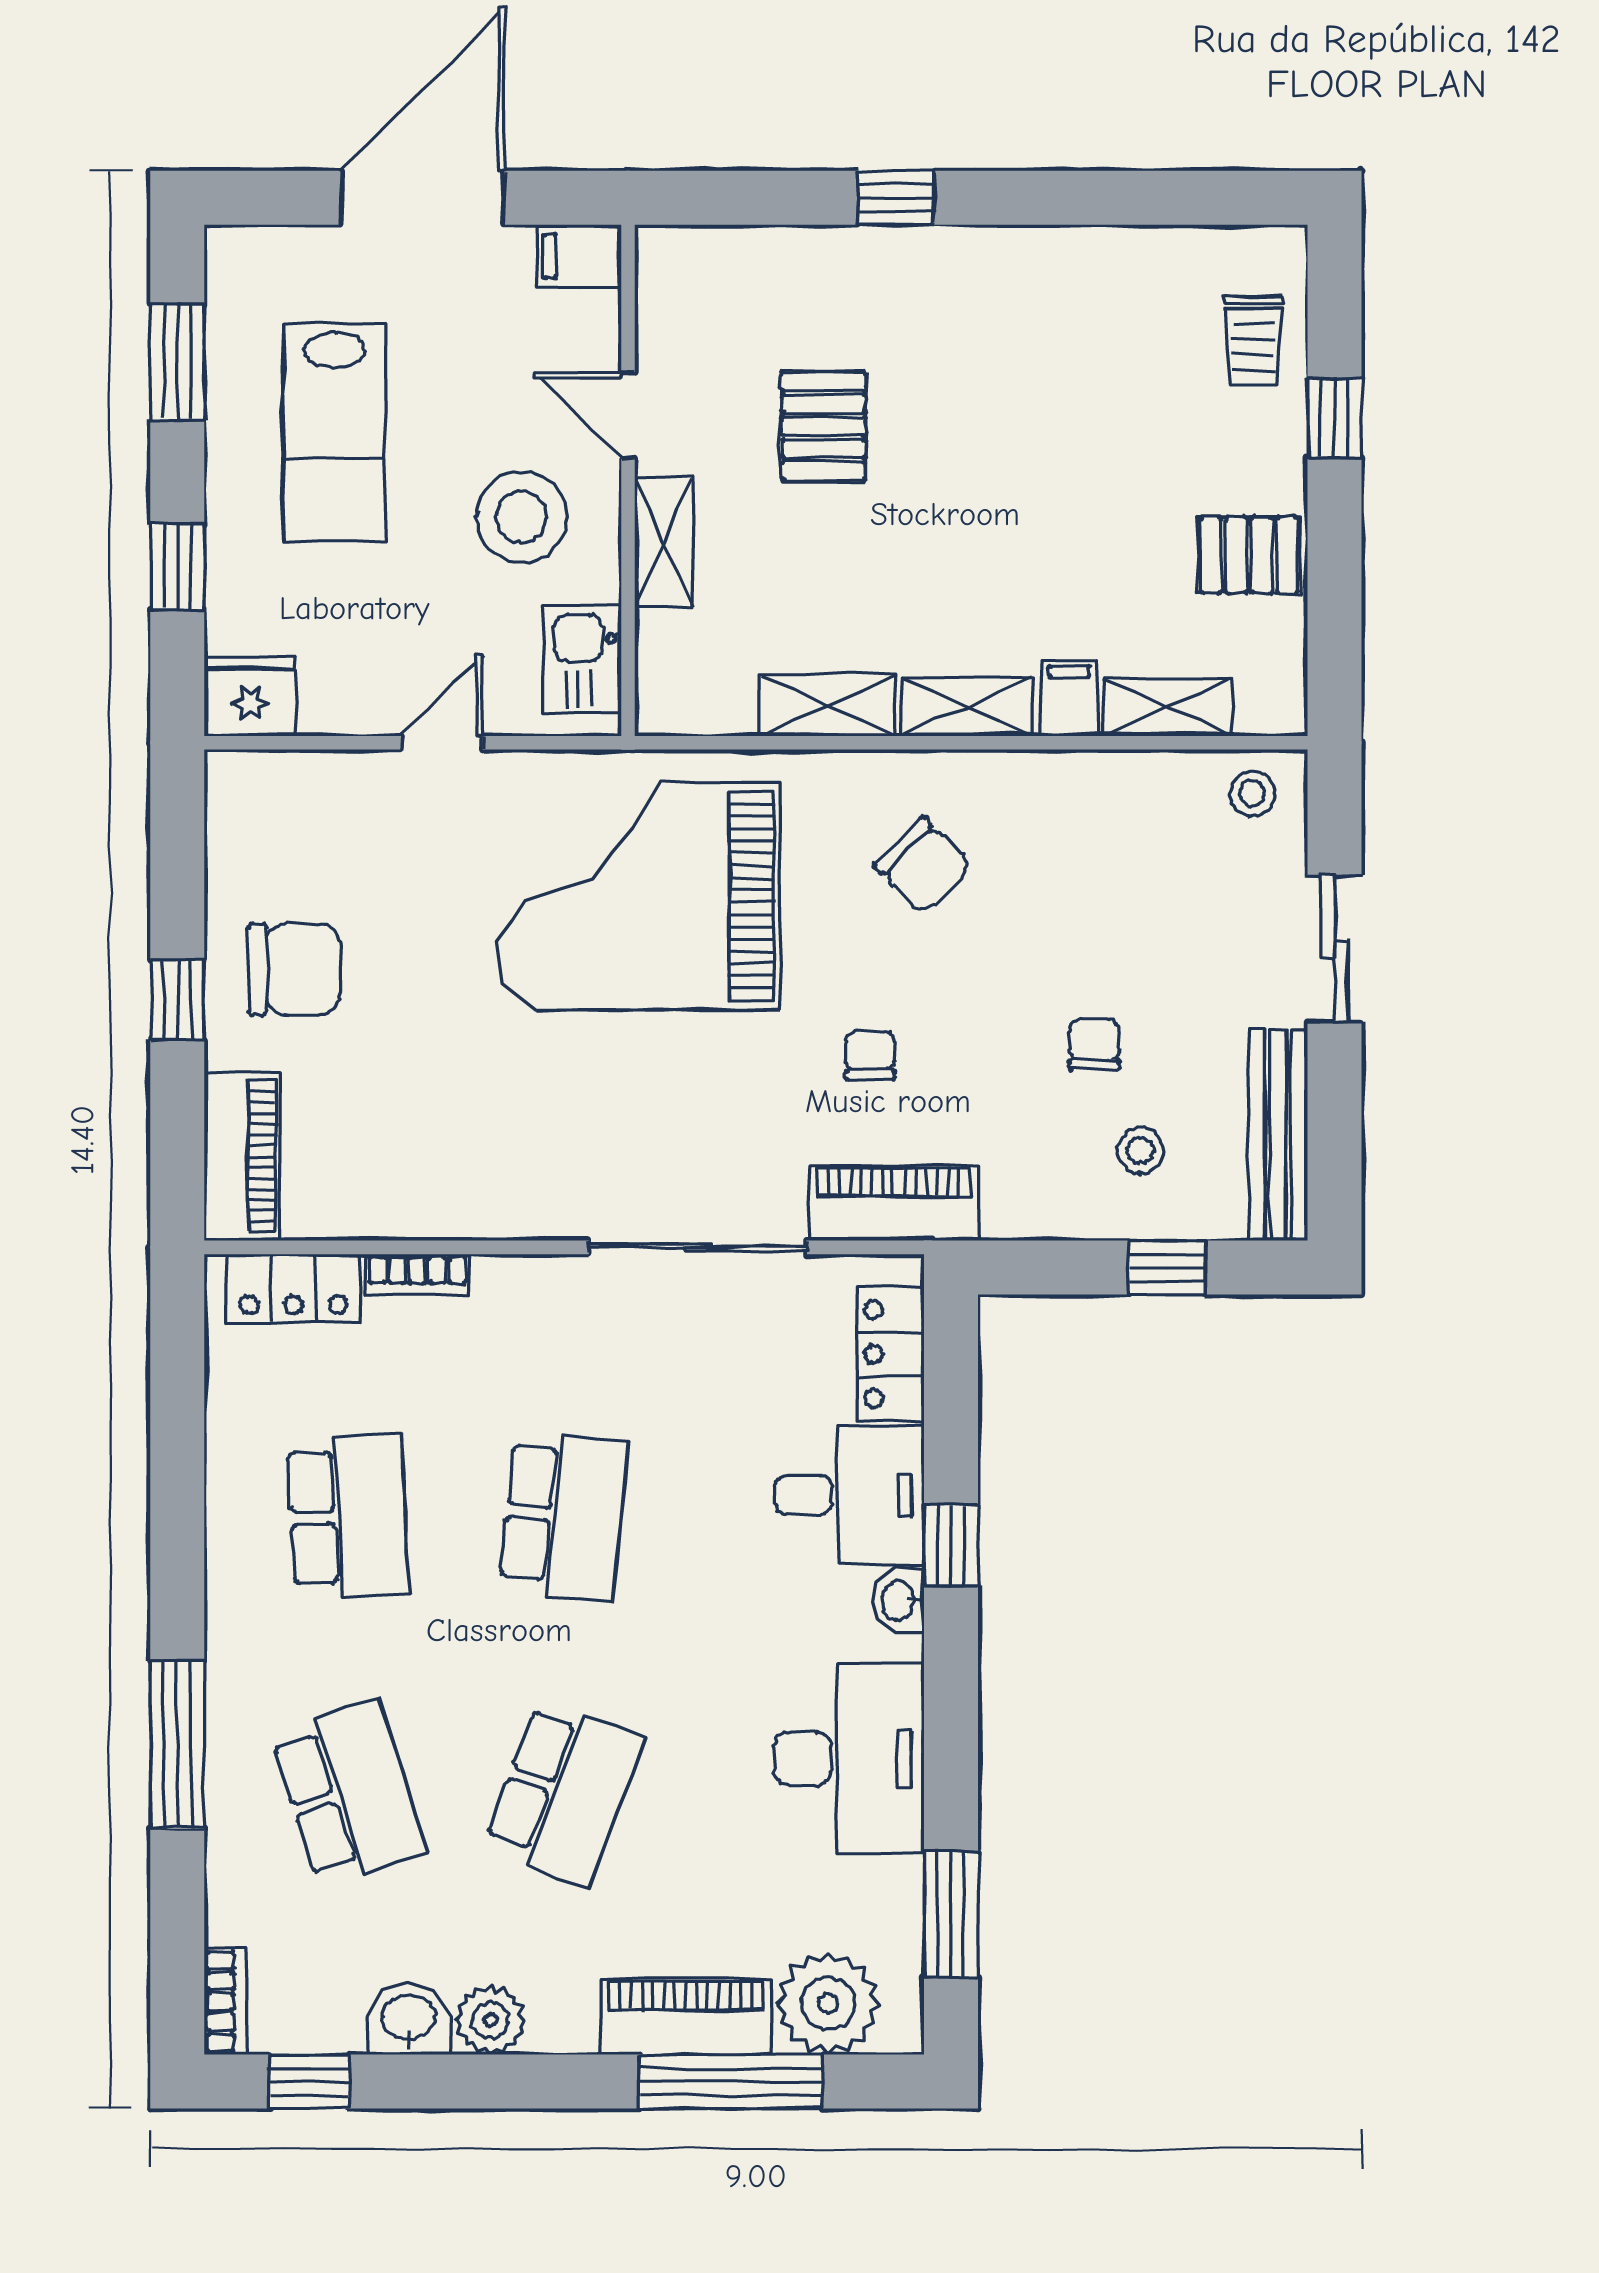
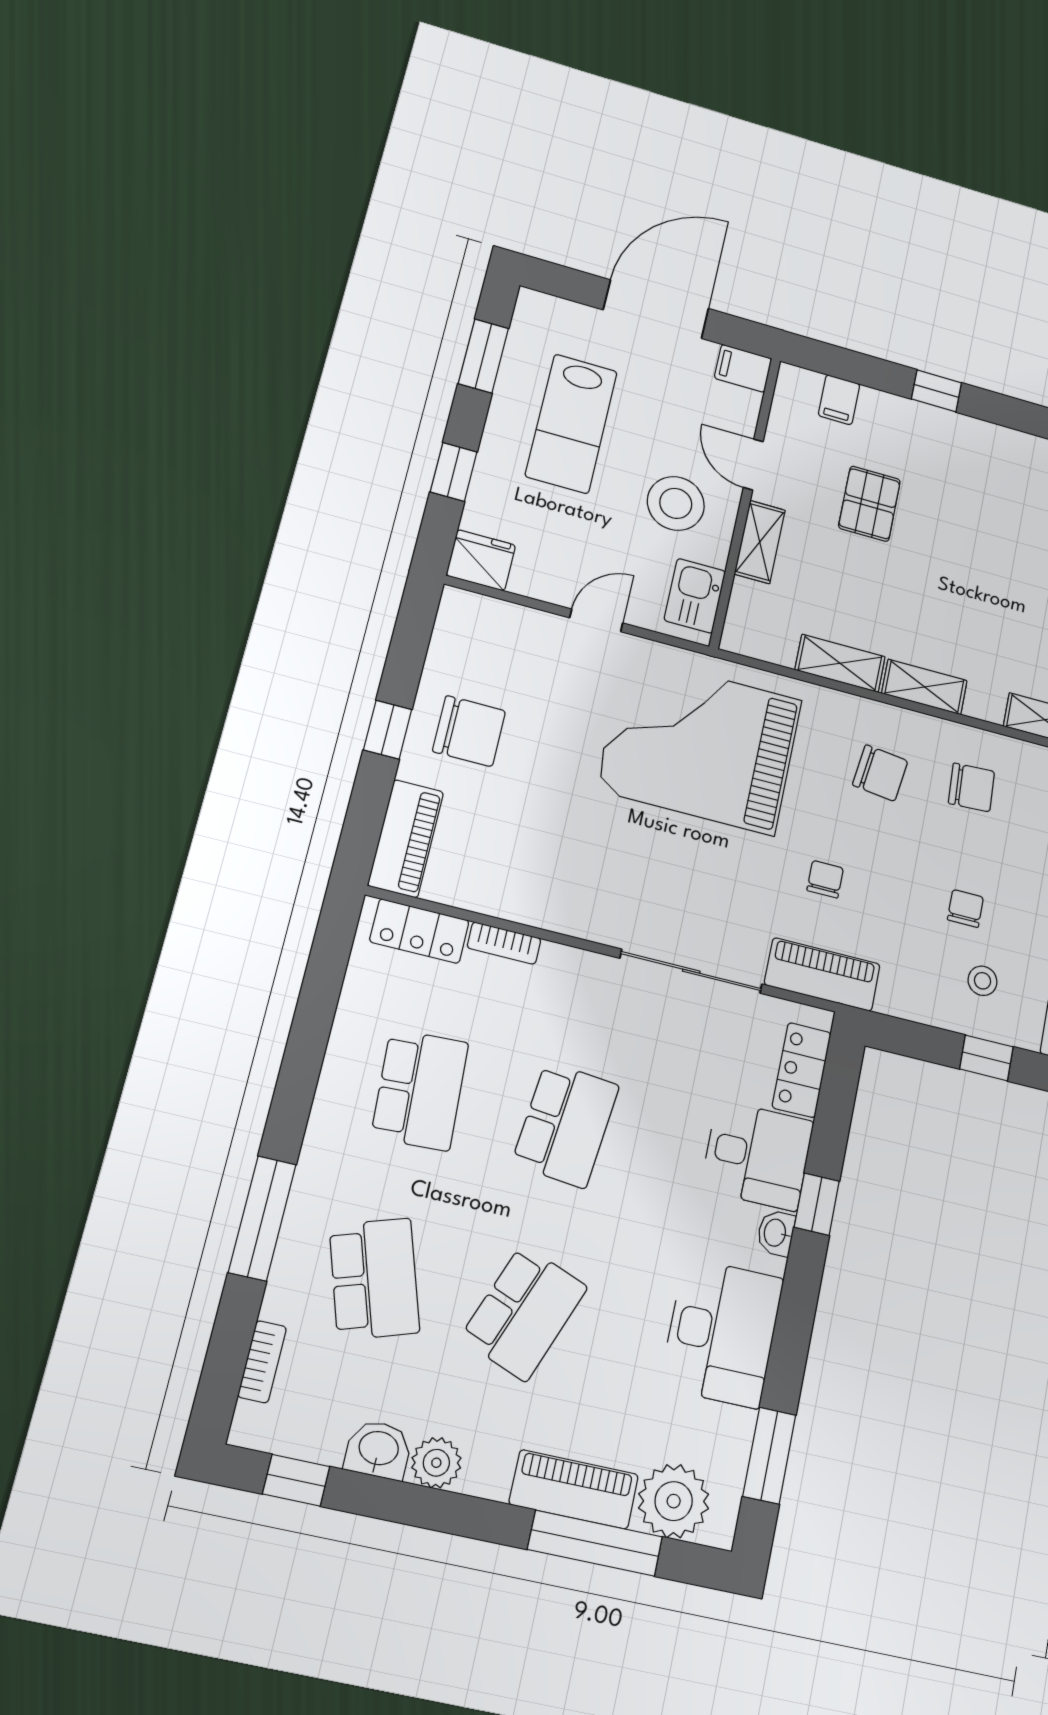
filing cabinet: (1069, 698) -> (839, 400), moved, turned 180
chair: (1070, 850) -> (972, 787), added
chair: (923, 865) -> (880, 773), turned -38
bookcase: (225, 2001) -> (262, 1362), moved

